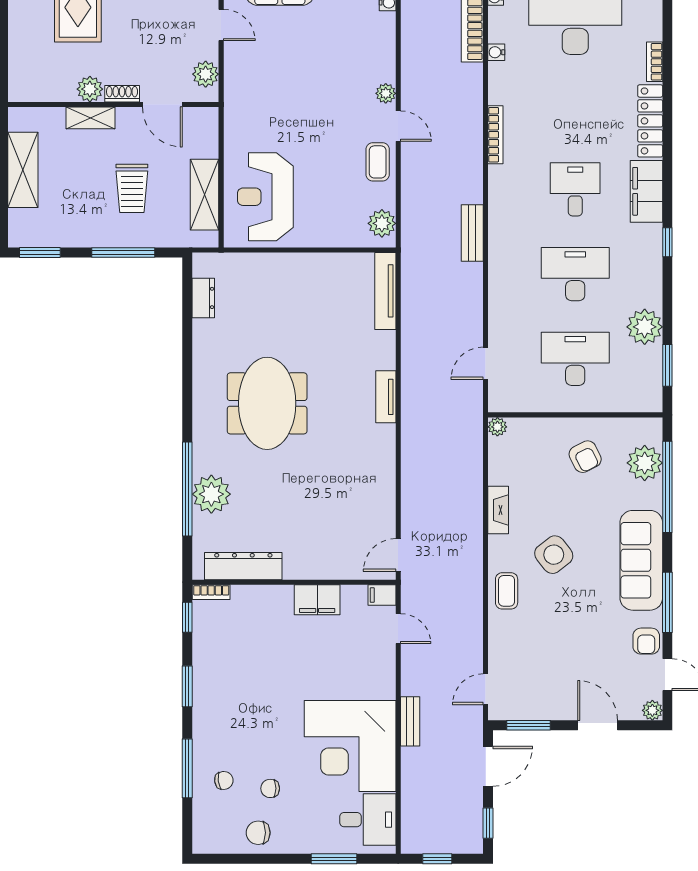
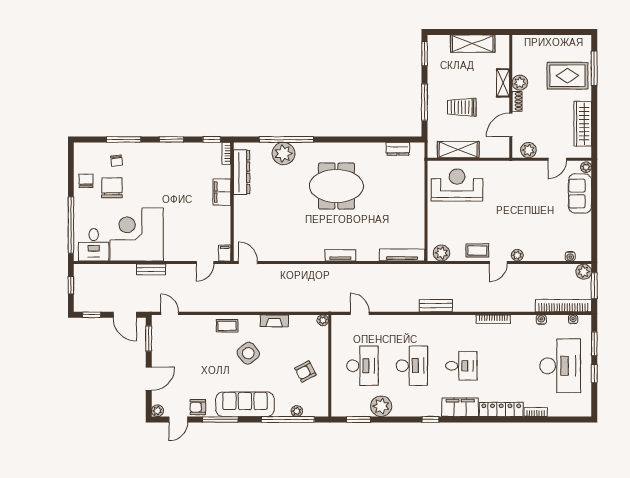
plant: (645, 463) -> (297, 411), width x0.53, depth x0.53
filing cabinet: (317, 600) -> (222, 192), moved
chair: (270, 788) -> (112, 188), width x1.87, depth x1.87
window: (334, 859) -> (71, 225), width x2.11

